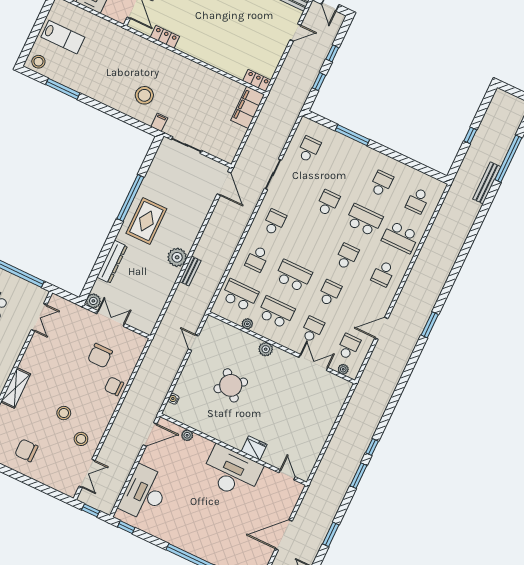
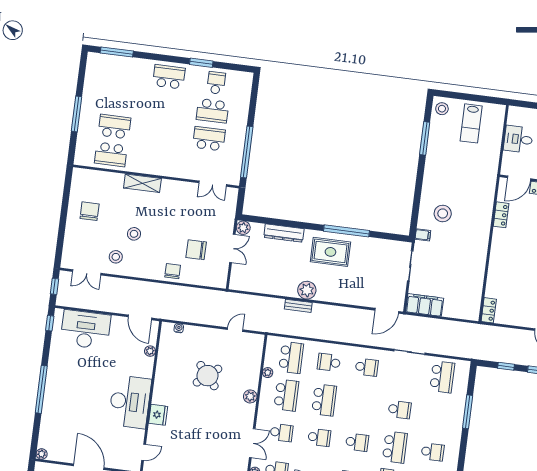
filing cabinet: (248, 107) -> (425, 305), moved
school desk: (309, 149) -> (442, 377), width x1.85

